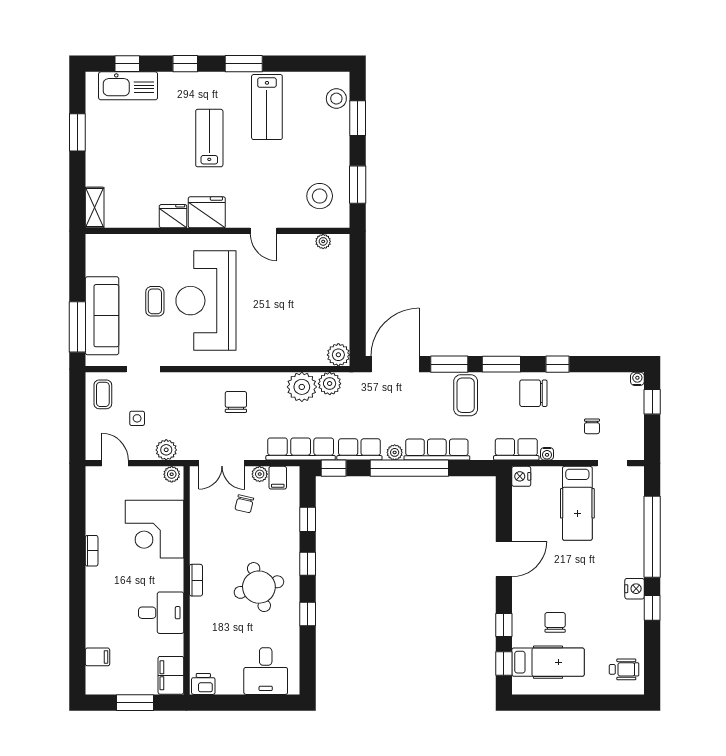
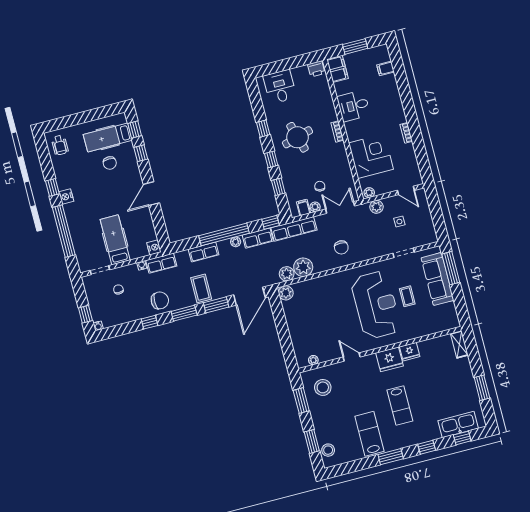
coffee table: (103, 394) -> (424, 231), removed
row of seats: (437, 450) -> (204, 252), width x0.68
wheelchair: (624, 669) -> (60, 145), turned -90

